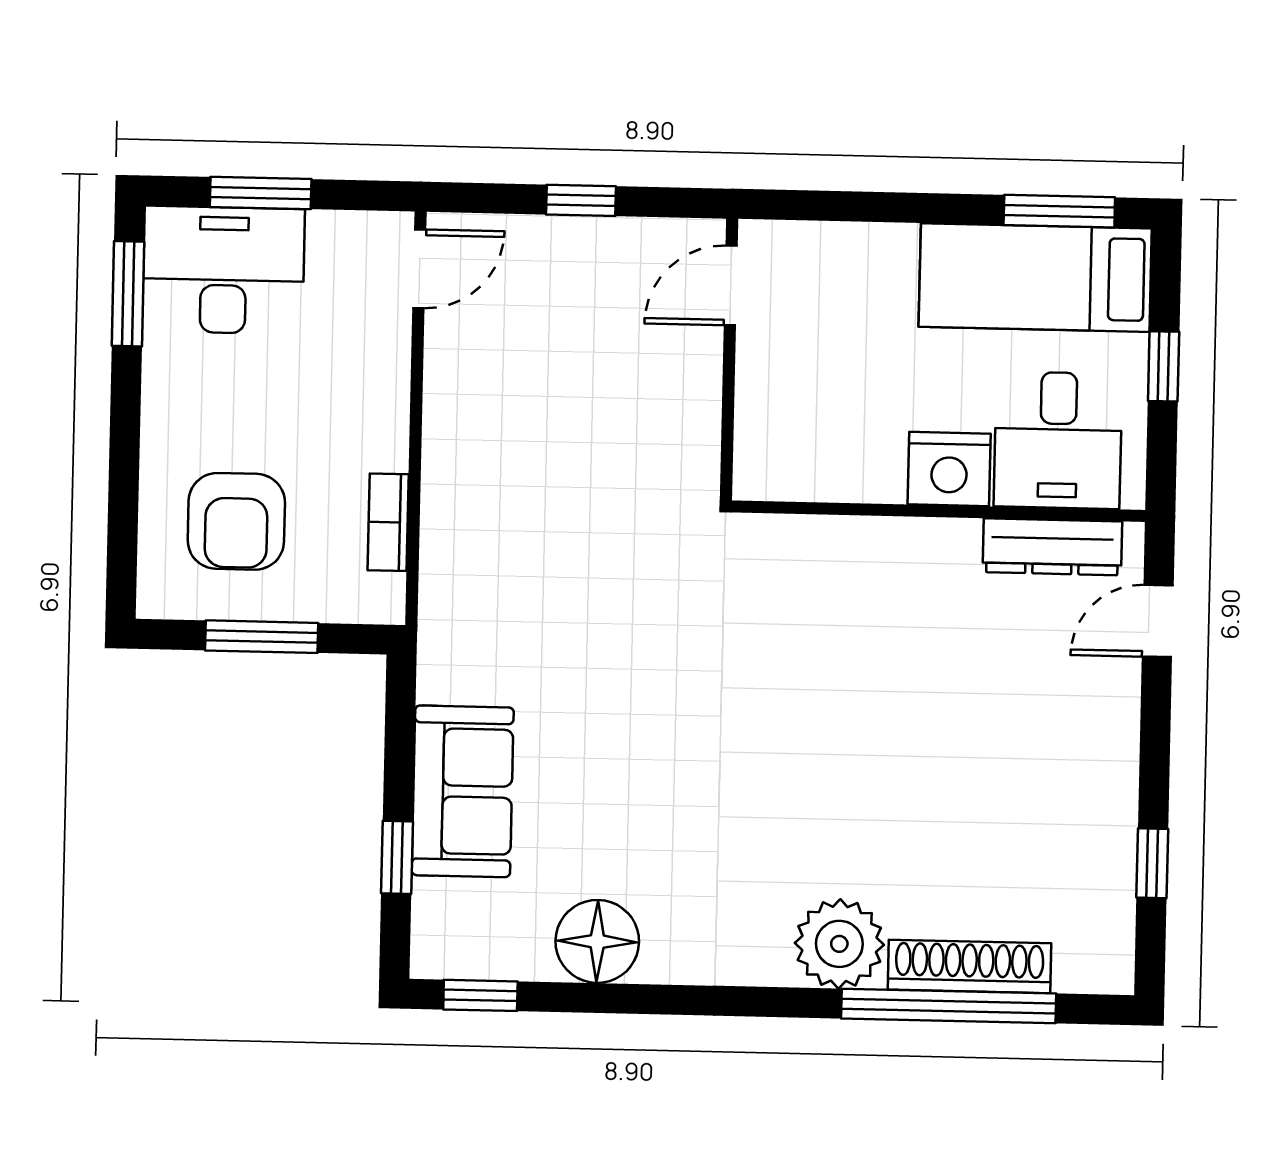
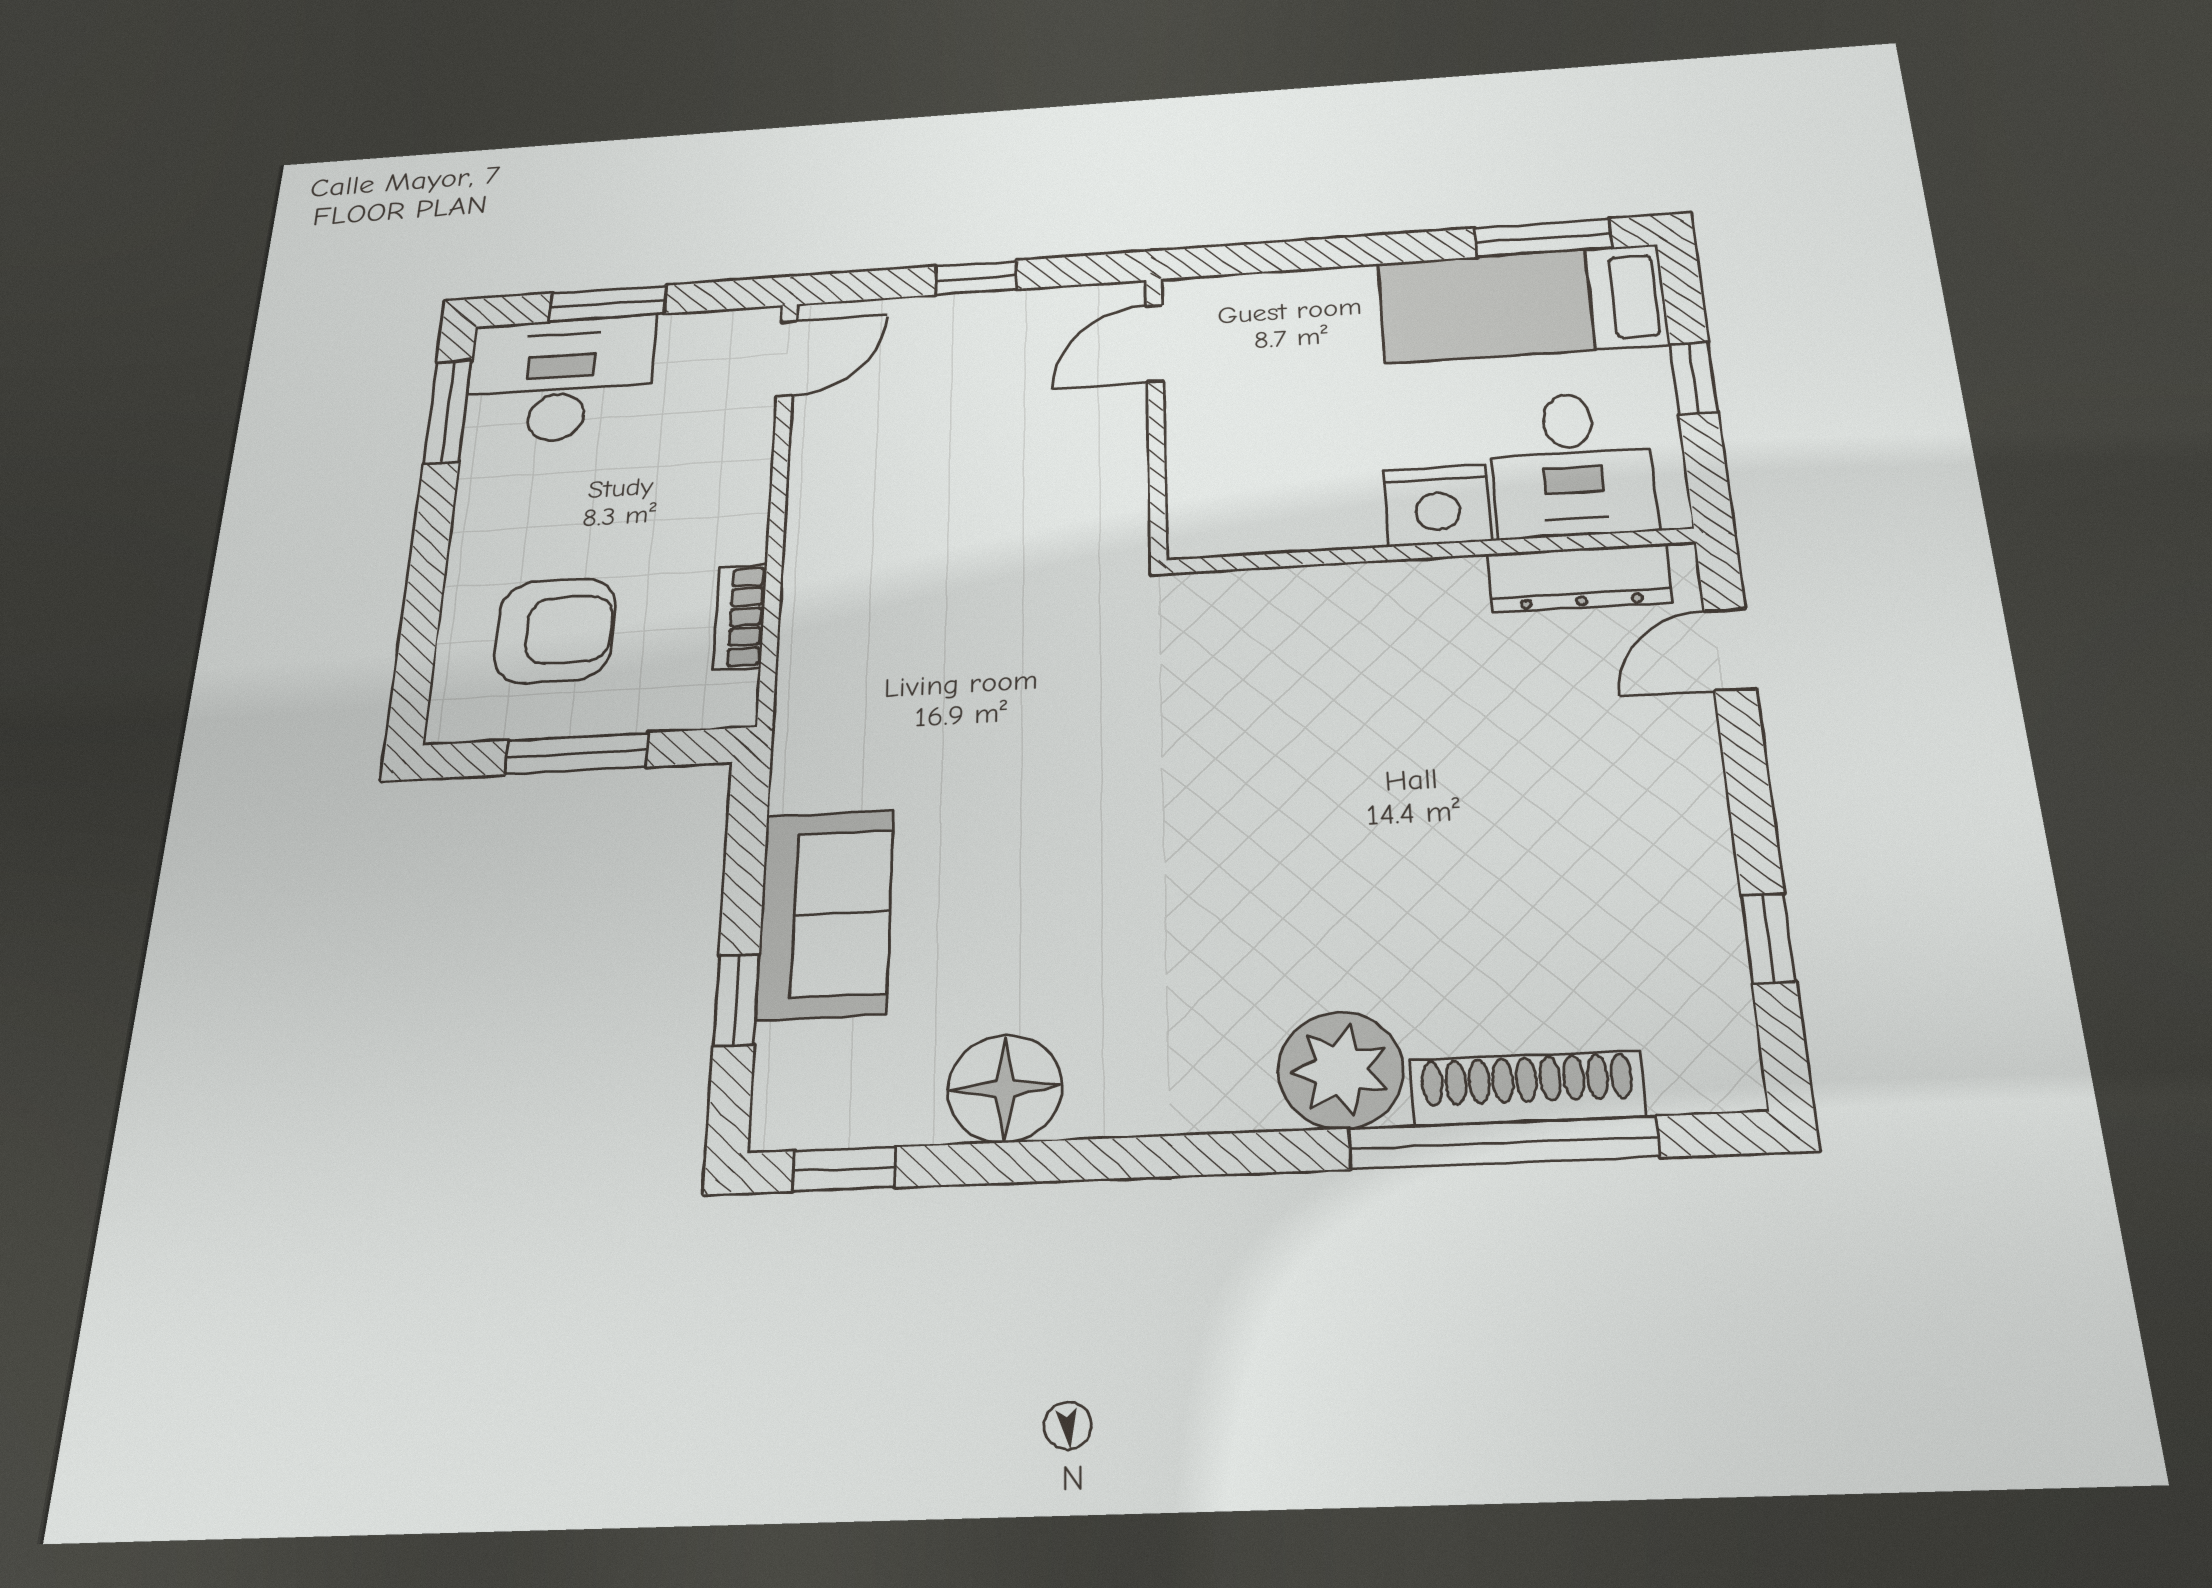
armchair: (236, 521) -> (555, 631), turned -90

